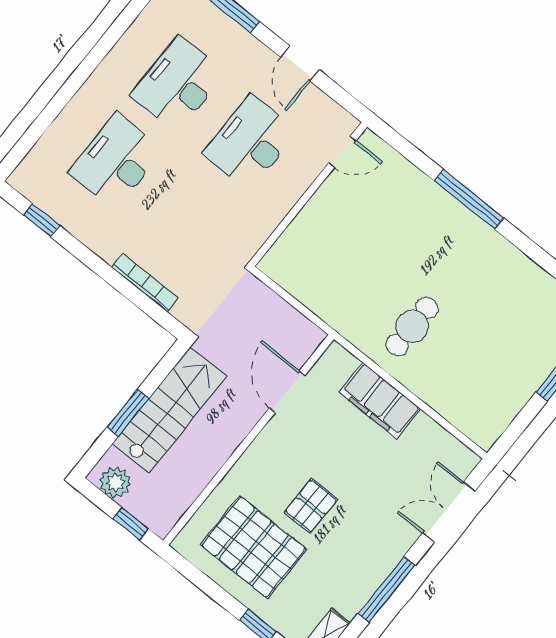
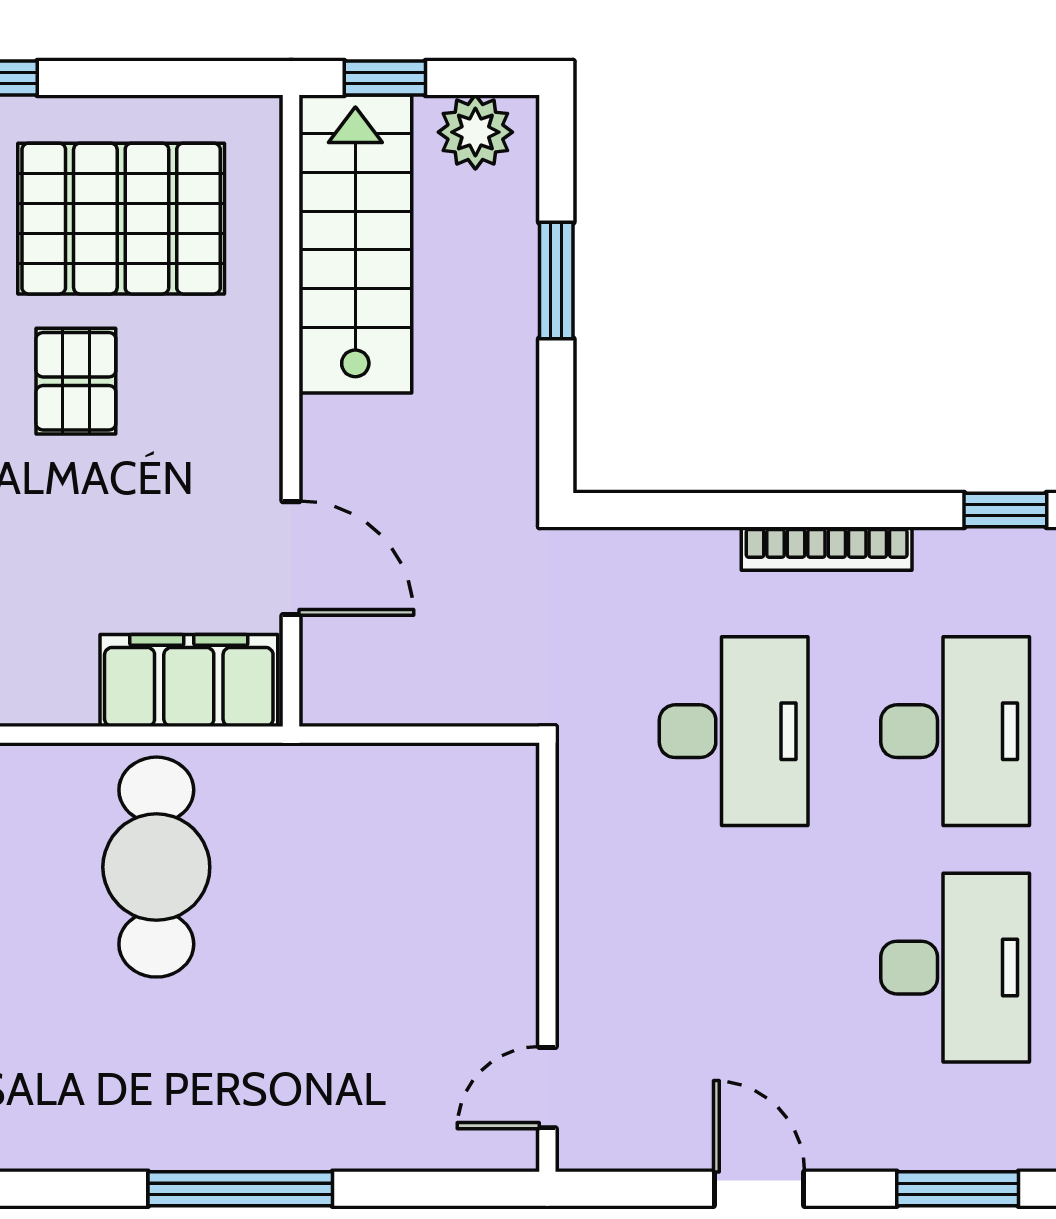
desk: (250, 142) -> (734, 731), moved
bookcase: (145, 282) -> (827, 549), moved
cafe table: (412, 326) -> (156, 867), width x1.37, depth x1.35
filing cabinet: (380, 401) -> (189, 680), moved
stairs: (169, 410) -> (355, 244), moved, turned 180

